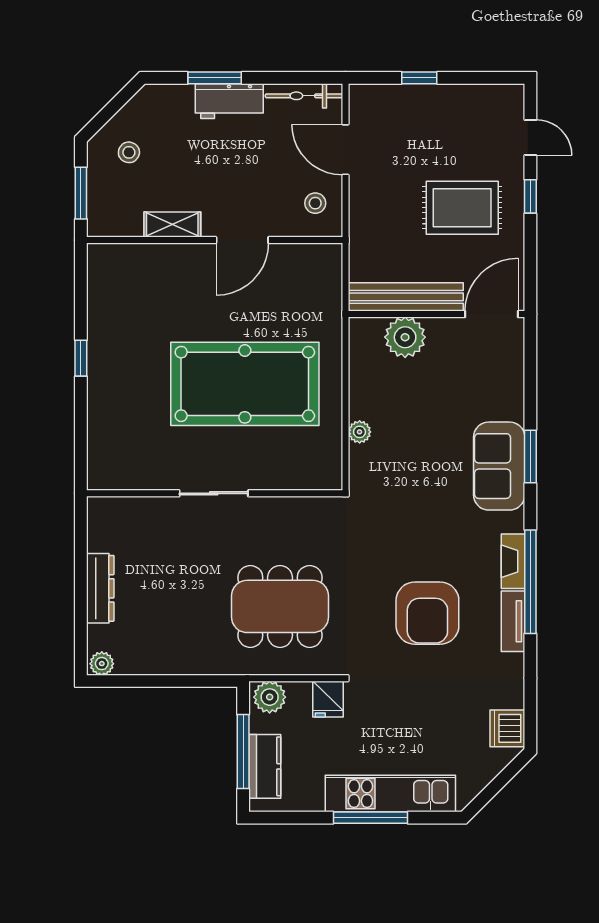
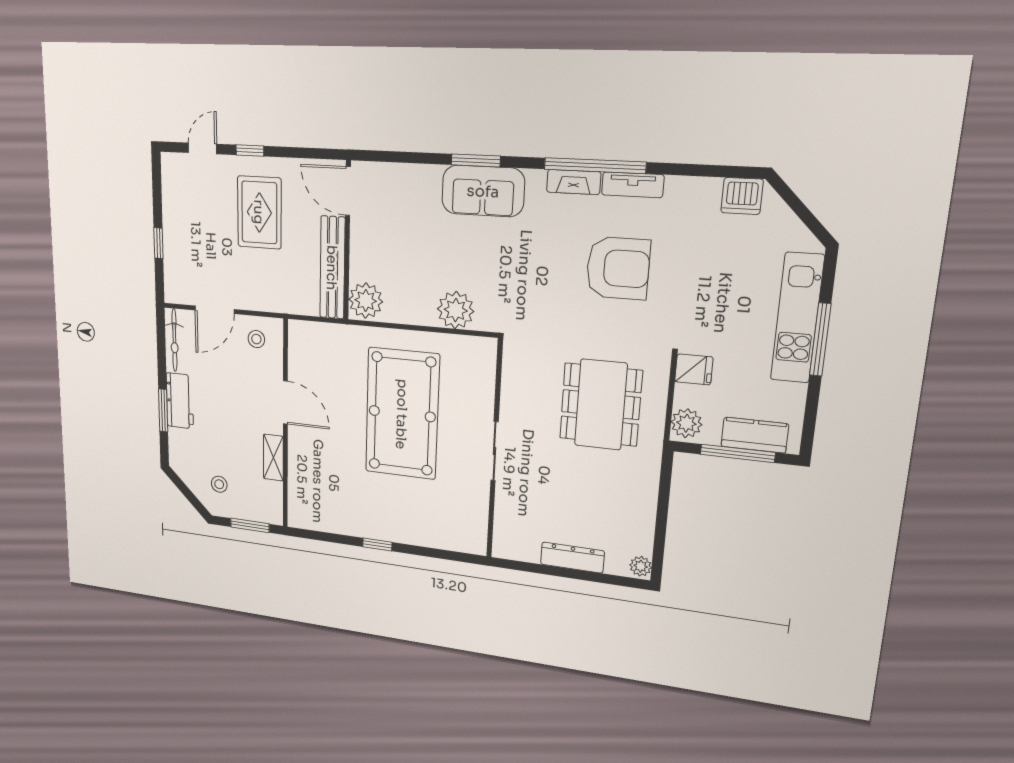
plant: (405, 337) -> (366, 301), moved
plant: (360, 432) -> (456, 310), width x1.88, depth x1.88

